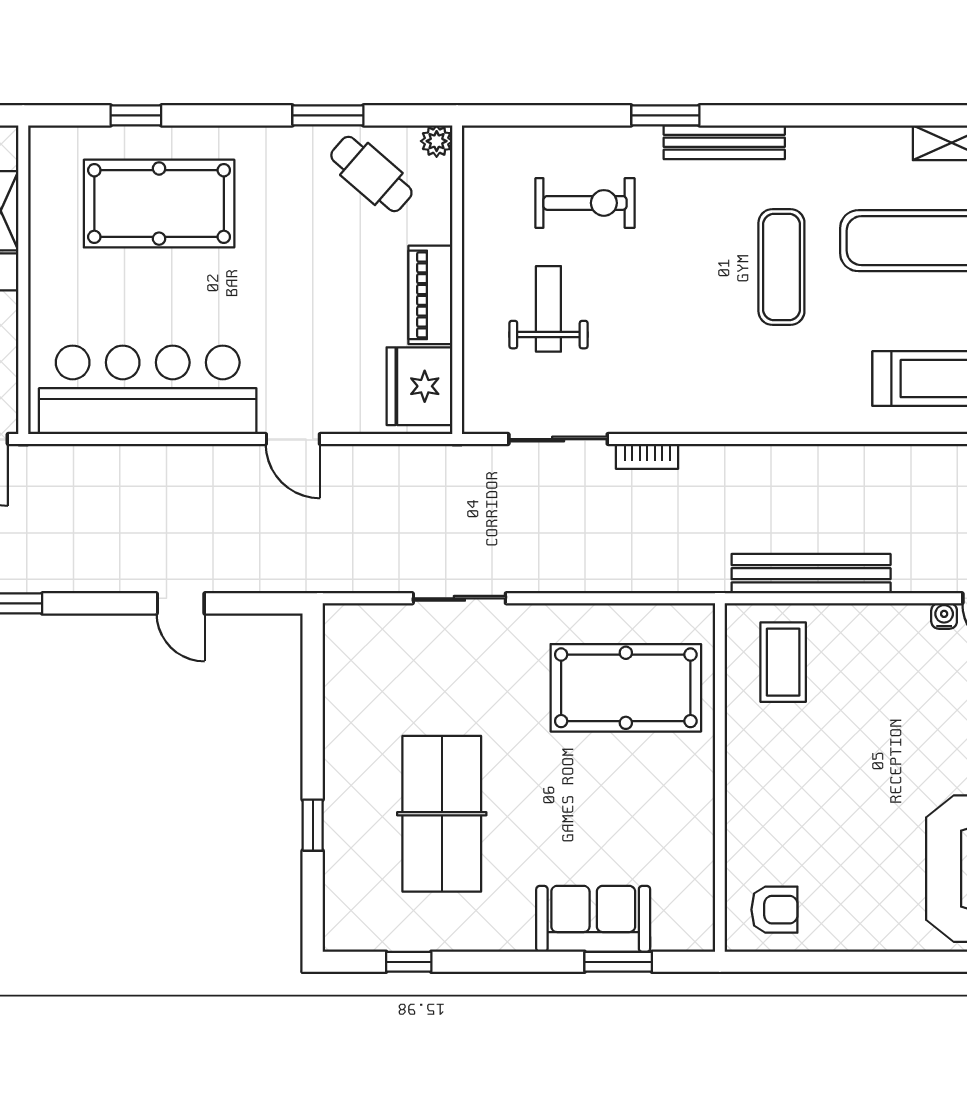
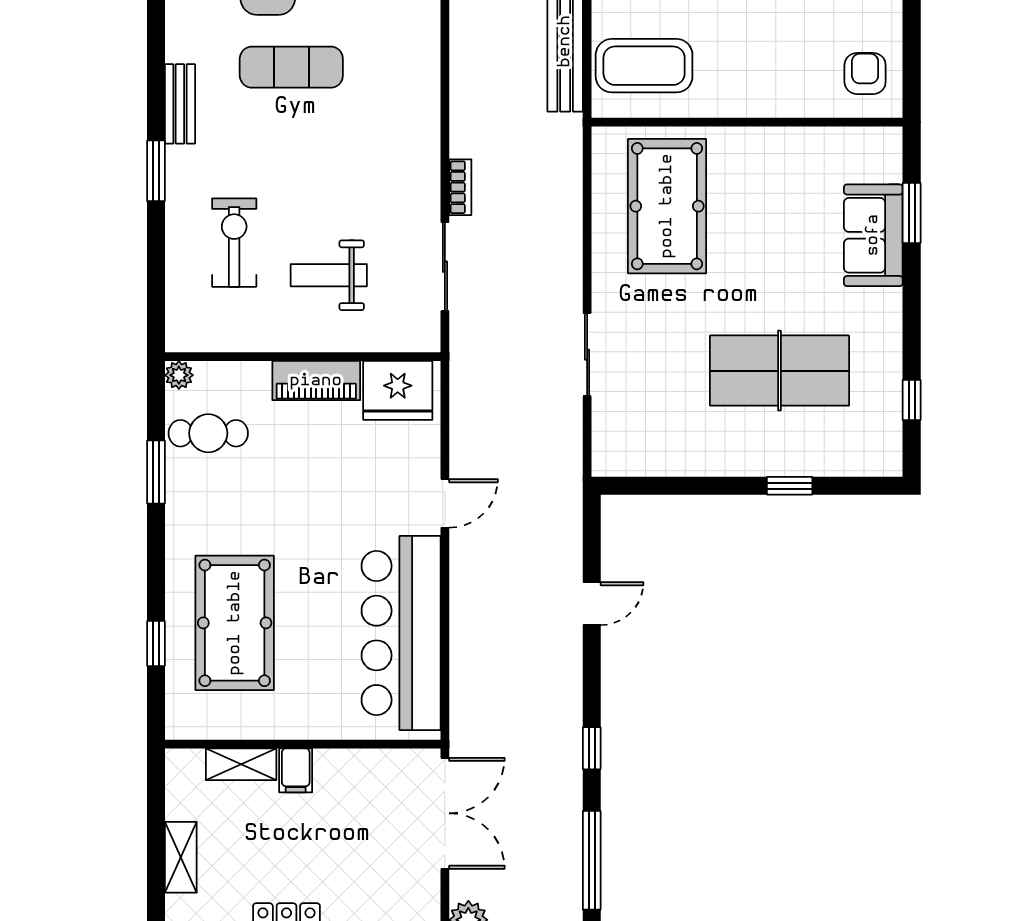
bench: (724, 142) -> (180, 104), width x0.73
cafe table: (371, 174) -> (208, 433), turned 49
coffee table: (783, 662) -> (644, 66), width x1.36, depth x1.32

